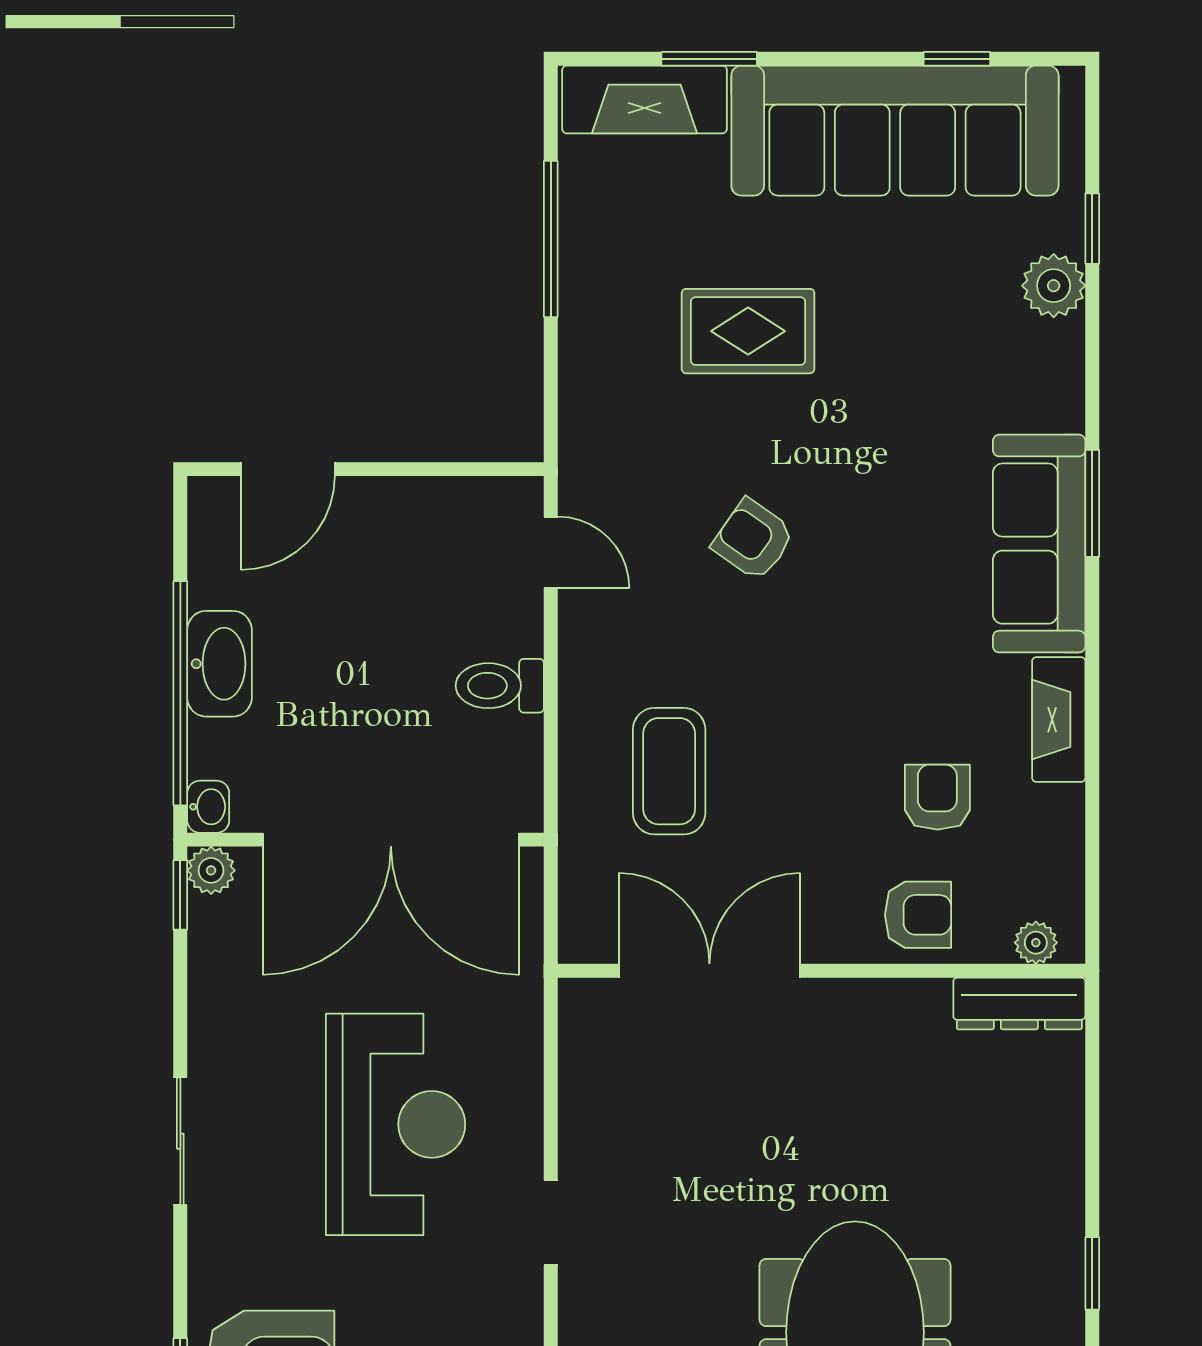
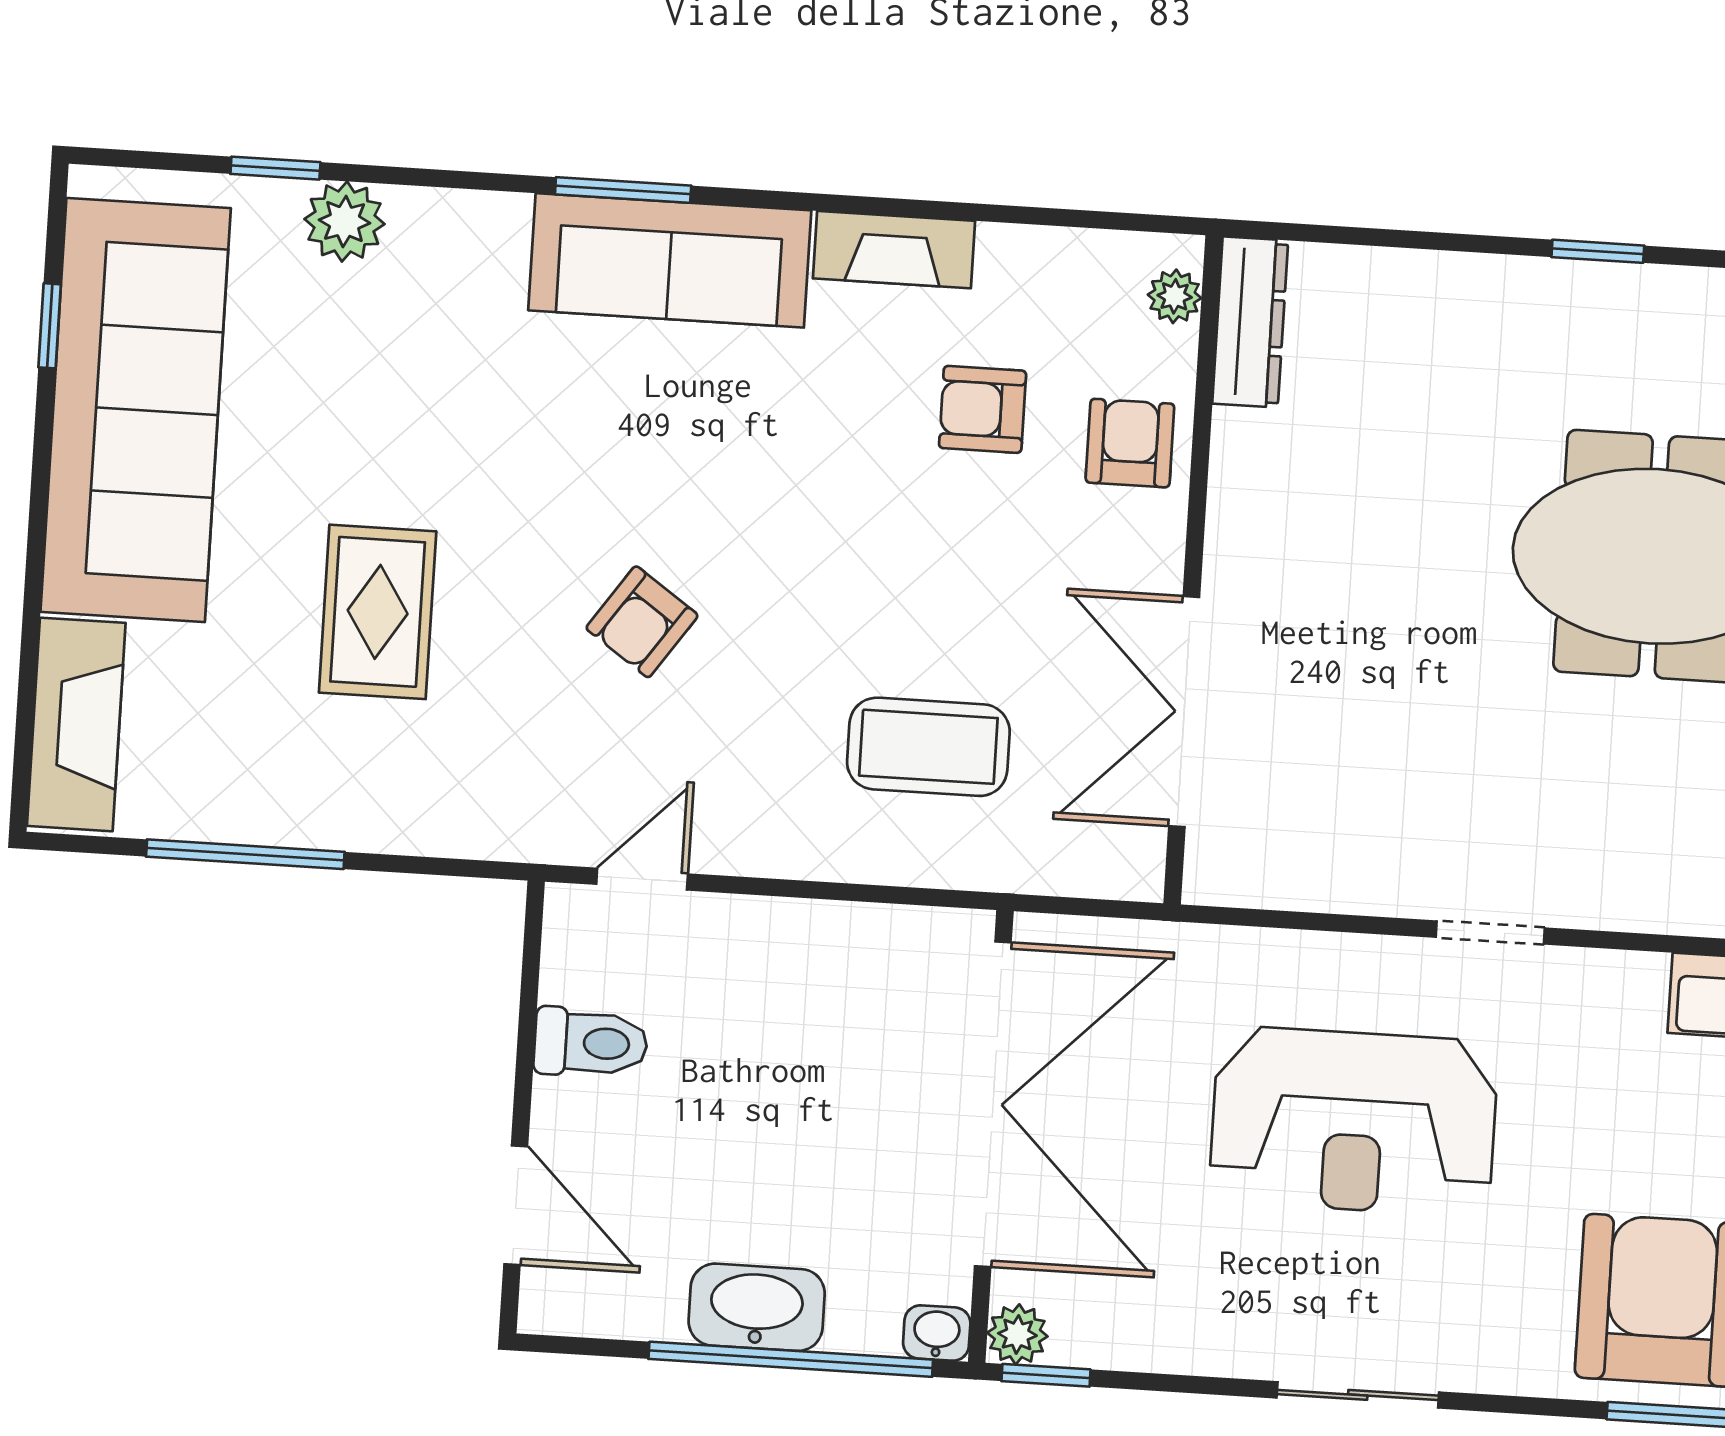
window: (709, 59) -> (30, 639), removed
toilet: (500, 686) -> (591, 1043), moved, turned -90
reception desk: (396, 1124) -> (1354, 1121), turned 180

